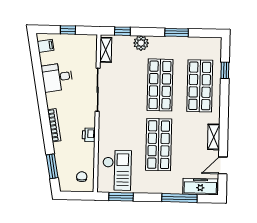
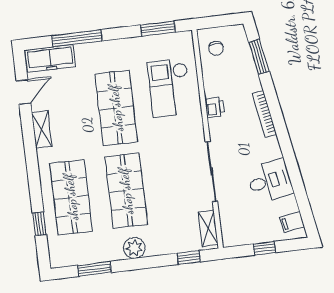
window: (177, 32) -> (94, 269), moved
plant: (141, 43) -> (134, 248), moved
checkout: (117, 170) -> (170, 88), moved

